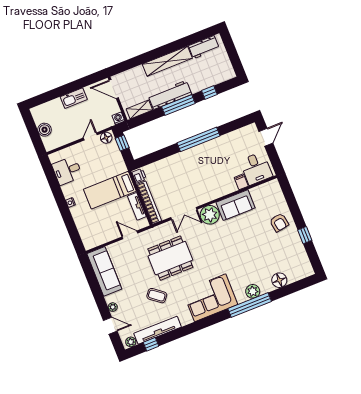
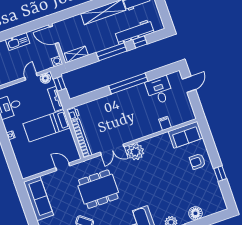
workbench: (170, 95) -> (134, 32), moved
desk: (256, 168) -> (159, 90), moved, turned 180
sofa: (236, 205) -> (186, 135), moved
tv unit: (137, 206) -> (55, 99), moved
armchair: (279, 222) -> (197, 161), turned 100

